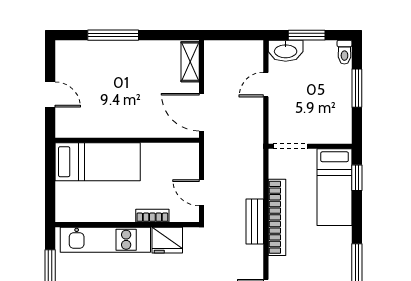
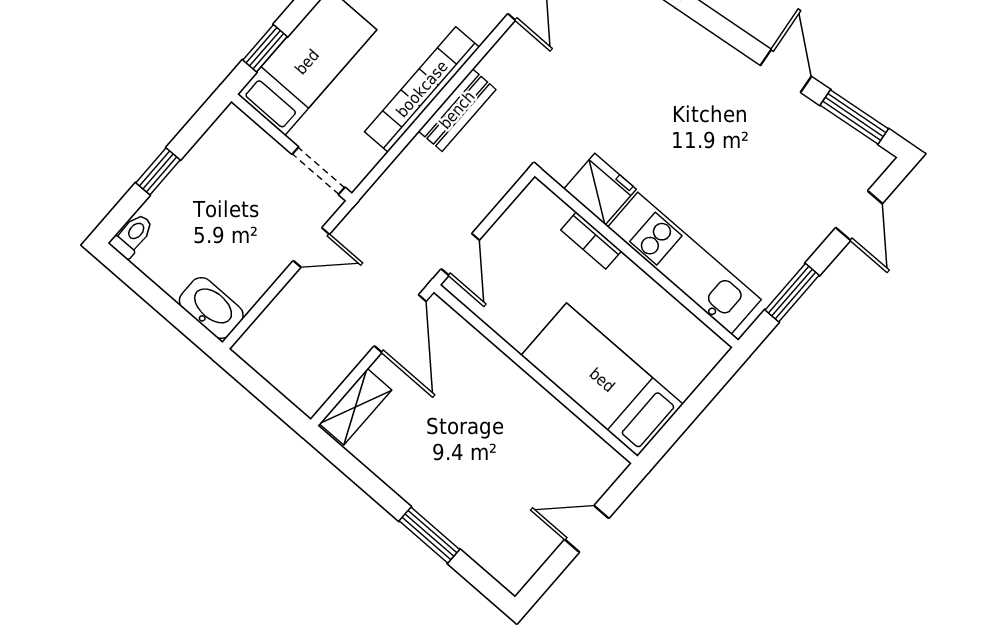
window: (113, 35) -> (429, 535), width x0.69
window: (307, 35) -> (164, 304), removed
door: (266, 85) -> (311, 248), moved
window: (357, 88) -> (158, 171), width x0.67
door: (50, 94) -> (587, 529), hinge flipped
door: (202, 193) -> (460, 255), moved

